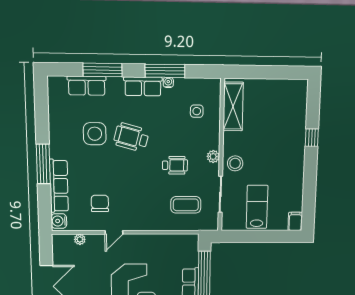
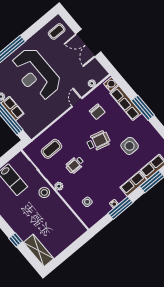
row of seats: (143, 86) -> (133, 184), moved
shelving: (233, 106) -> (38, 250), moved
wheelchair: (131, 137) -> (98, 141), moved

